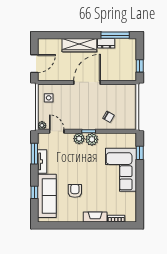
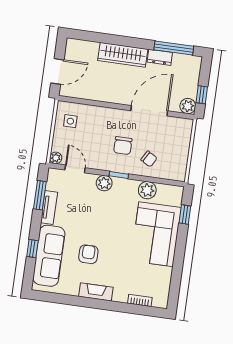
plant: (131, 75) -> (188, 106), added
door: (87, 82) -> (149, 111), moved
chair: (89, 110) -> (123, 146), added
plant: (92, 139) -> (147, 190), moved
fireplace: (95, 217) -> (96, 292), moved

